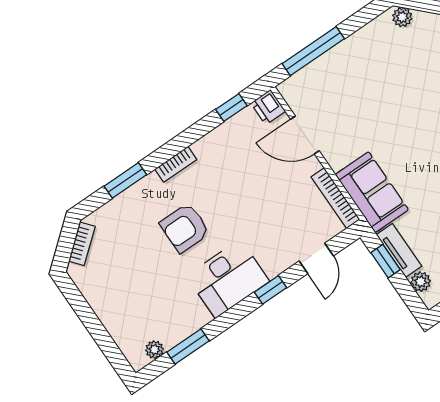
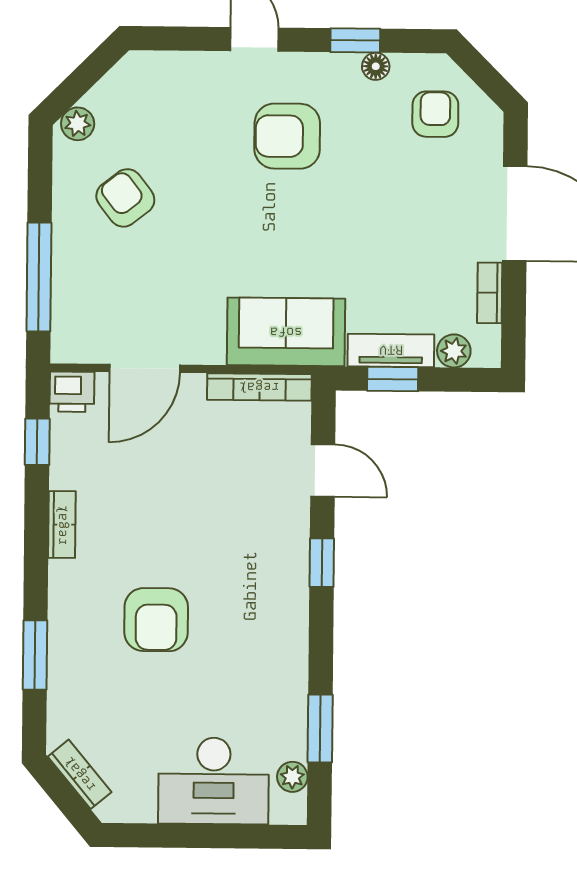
armchair: (382, 66) -> (125, 198), added
bookcase: (176, 164) -> (62, 525), moved
desk: (228, 279) -> (214, 781), moved, turned 90

